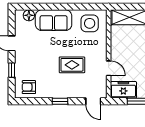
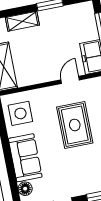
rug: (72, 65) -> (75, 125), width x1.36, depth x1.43

